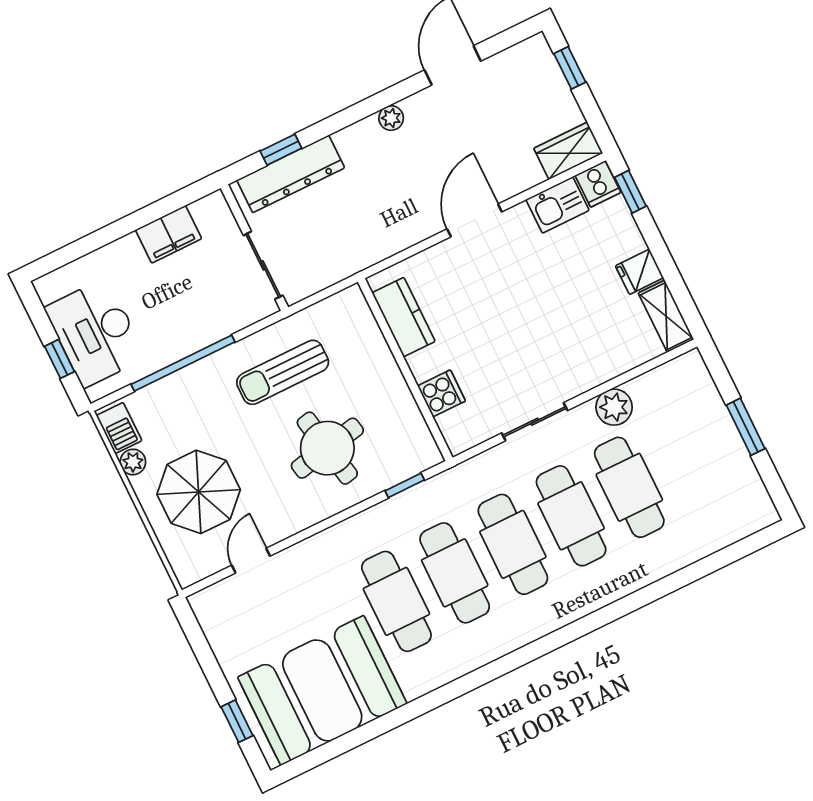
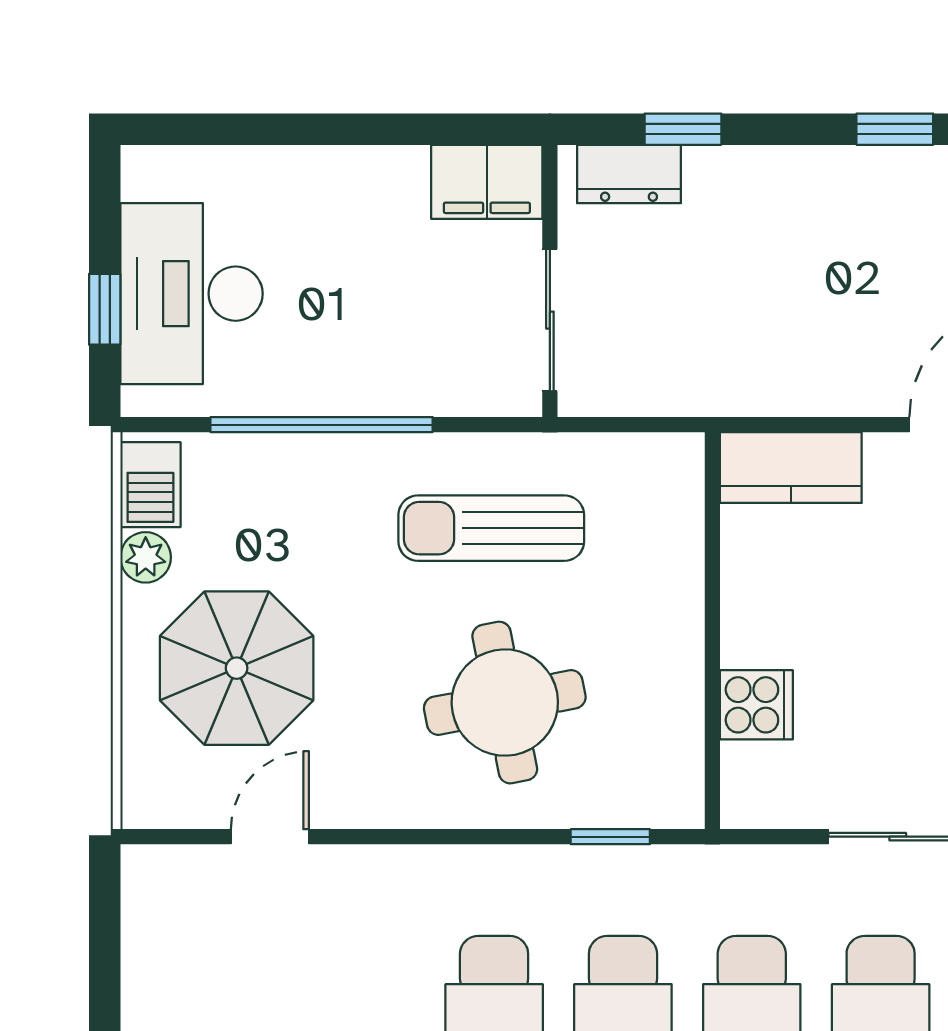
window: (377, 103) -> (895, 129), added
plant: (391, 118) -> (907, 169), removed
dresser: (291, 174) -> (629, 174), width x0.51, depth x0.80
filing cabinet: (168, 234) -> (487, 182), moved
kitchen counter: (404, 317) -> (791, 468), moved, turned 90

